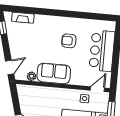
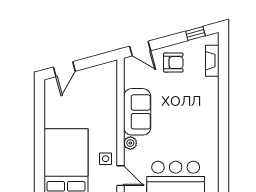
armchair: (69, 41) -> (173, 63), moved, turned 90
plant: (32, 76) -> (130, 143), moved

